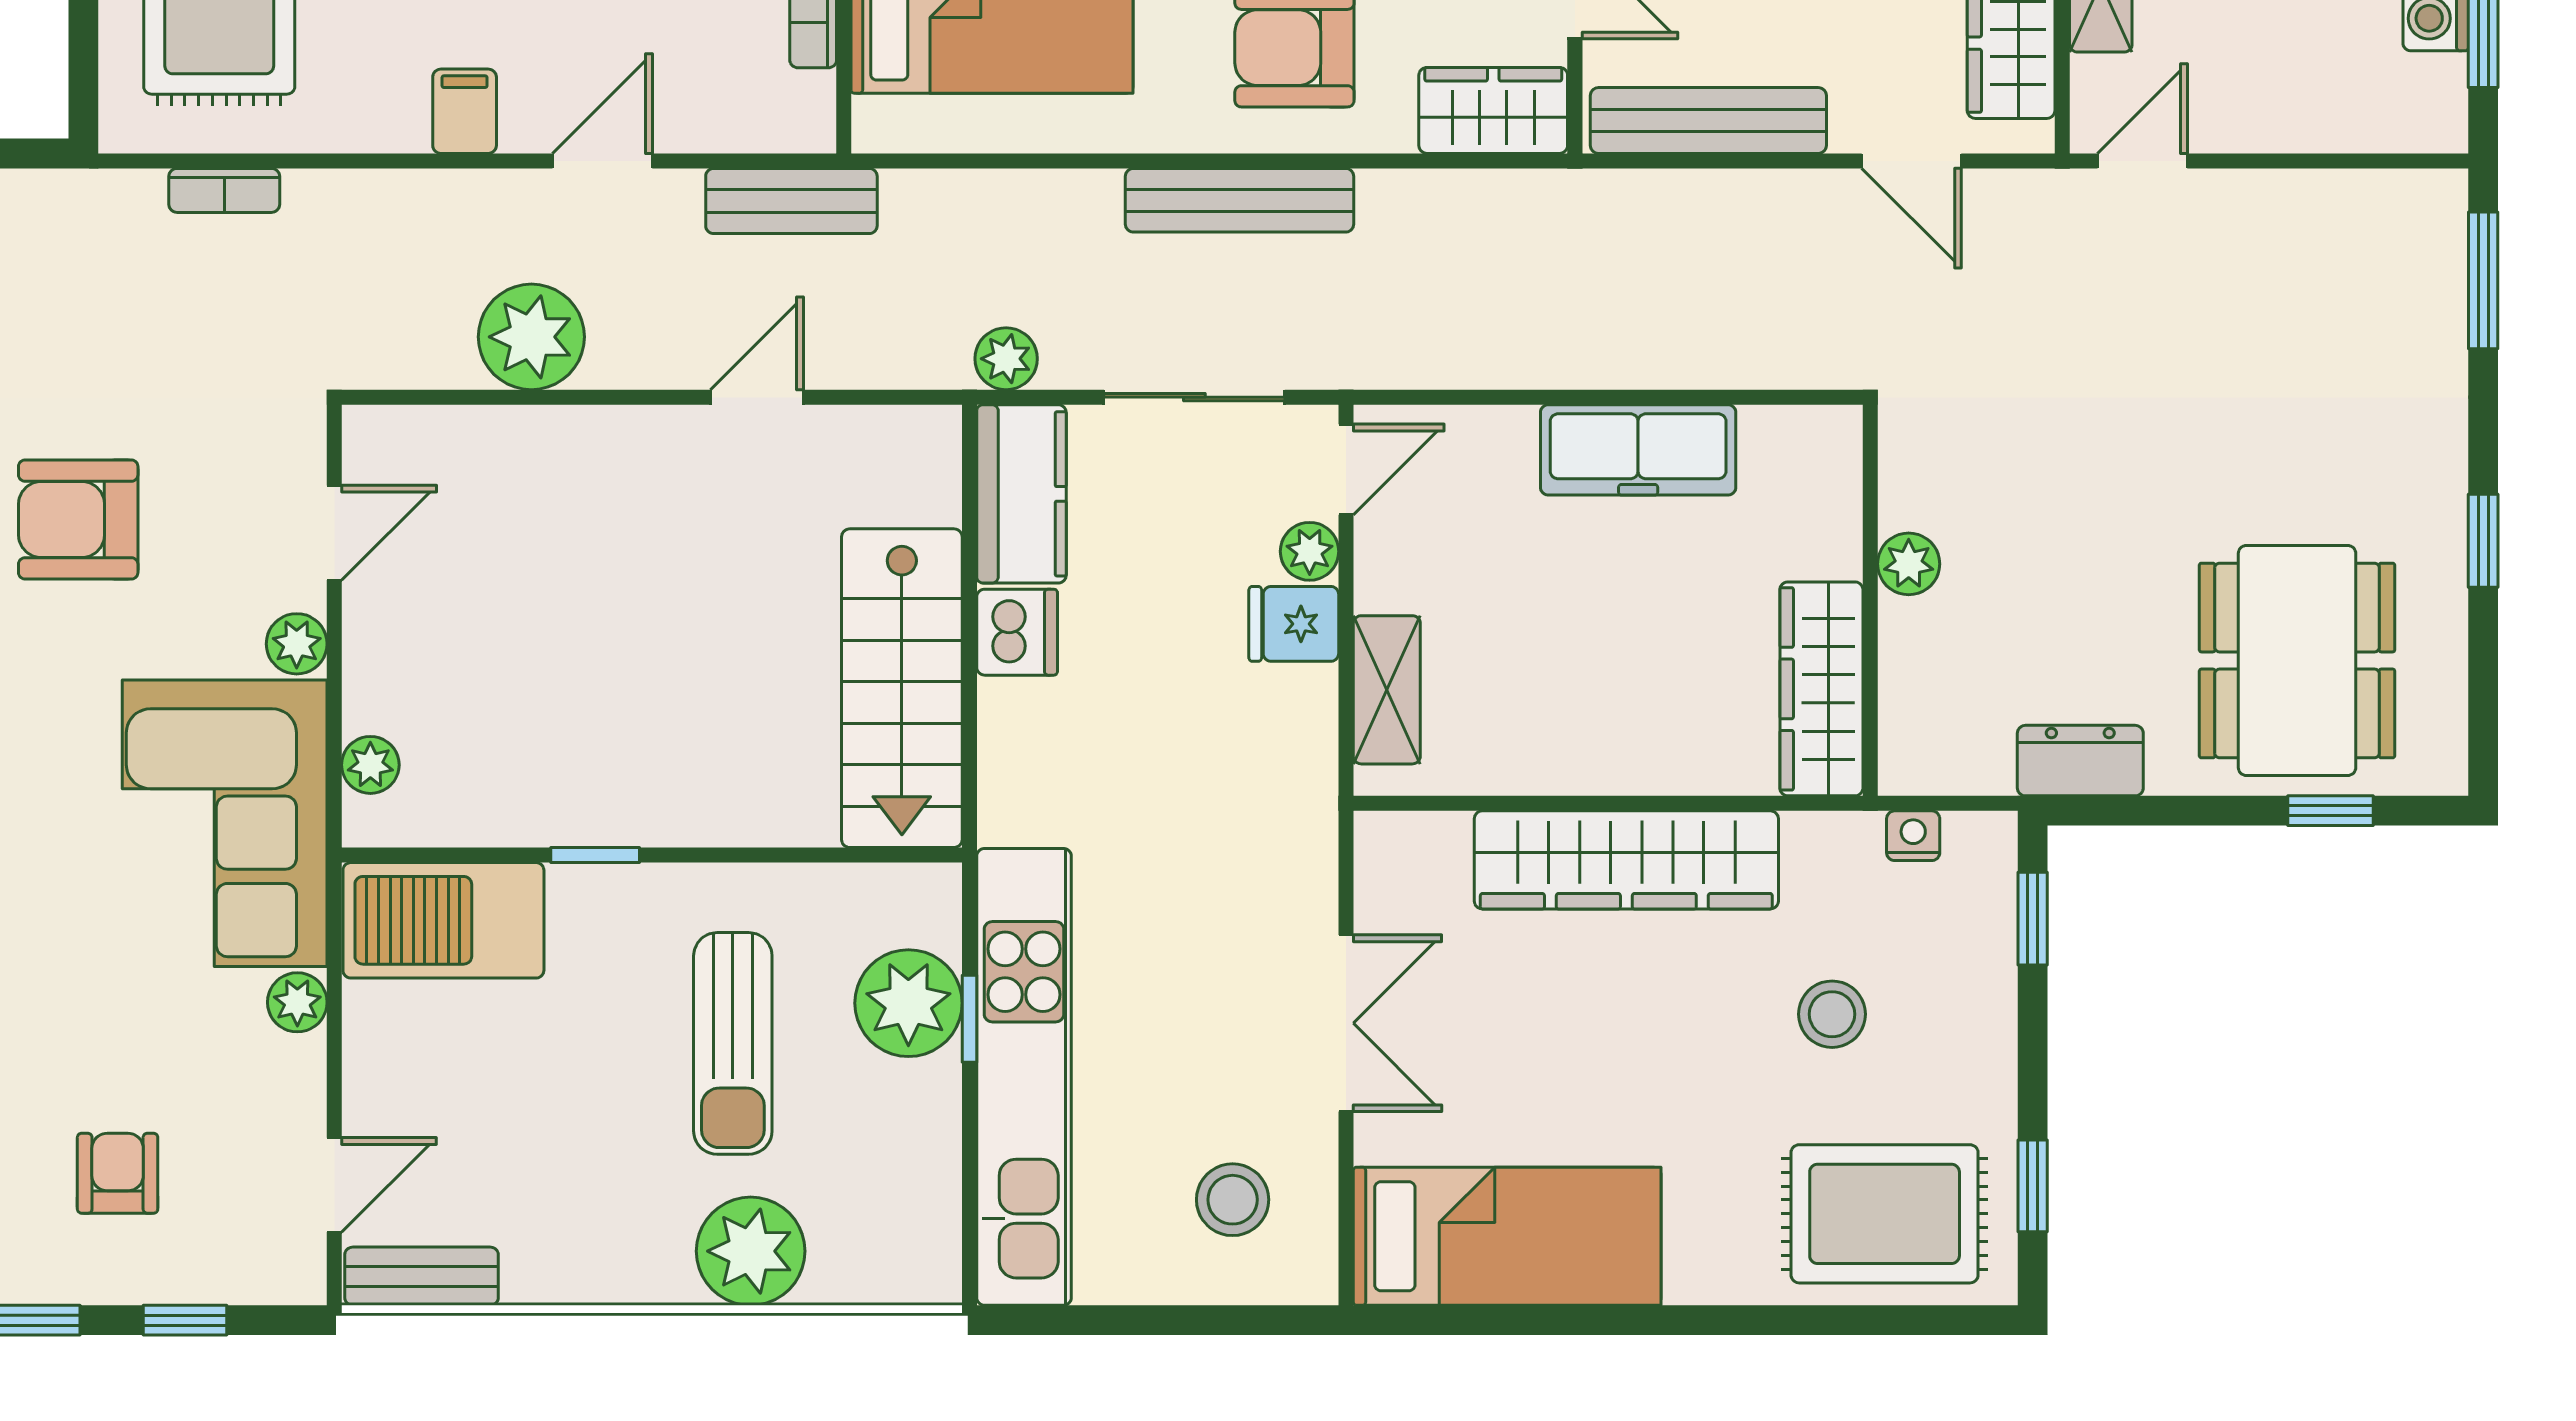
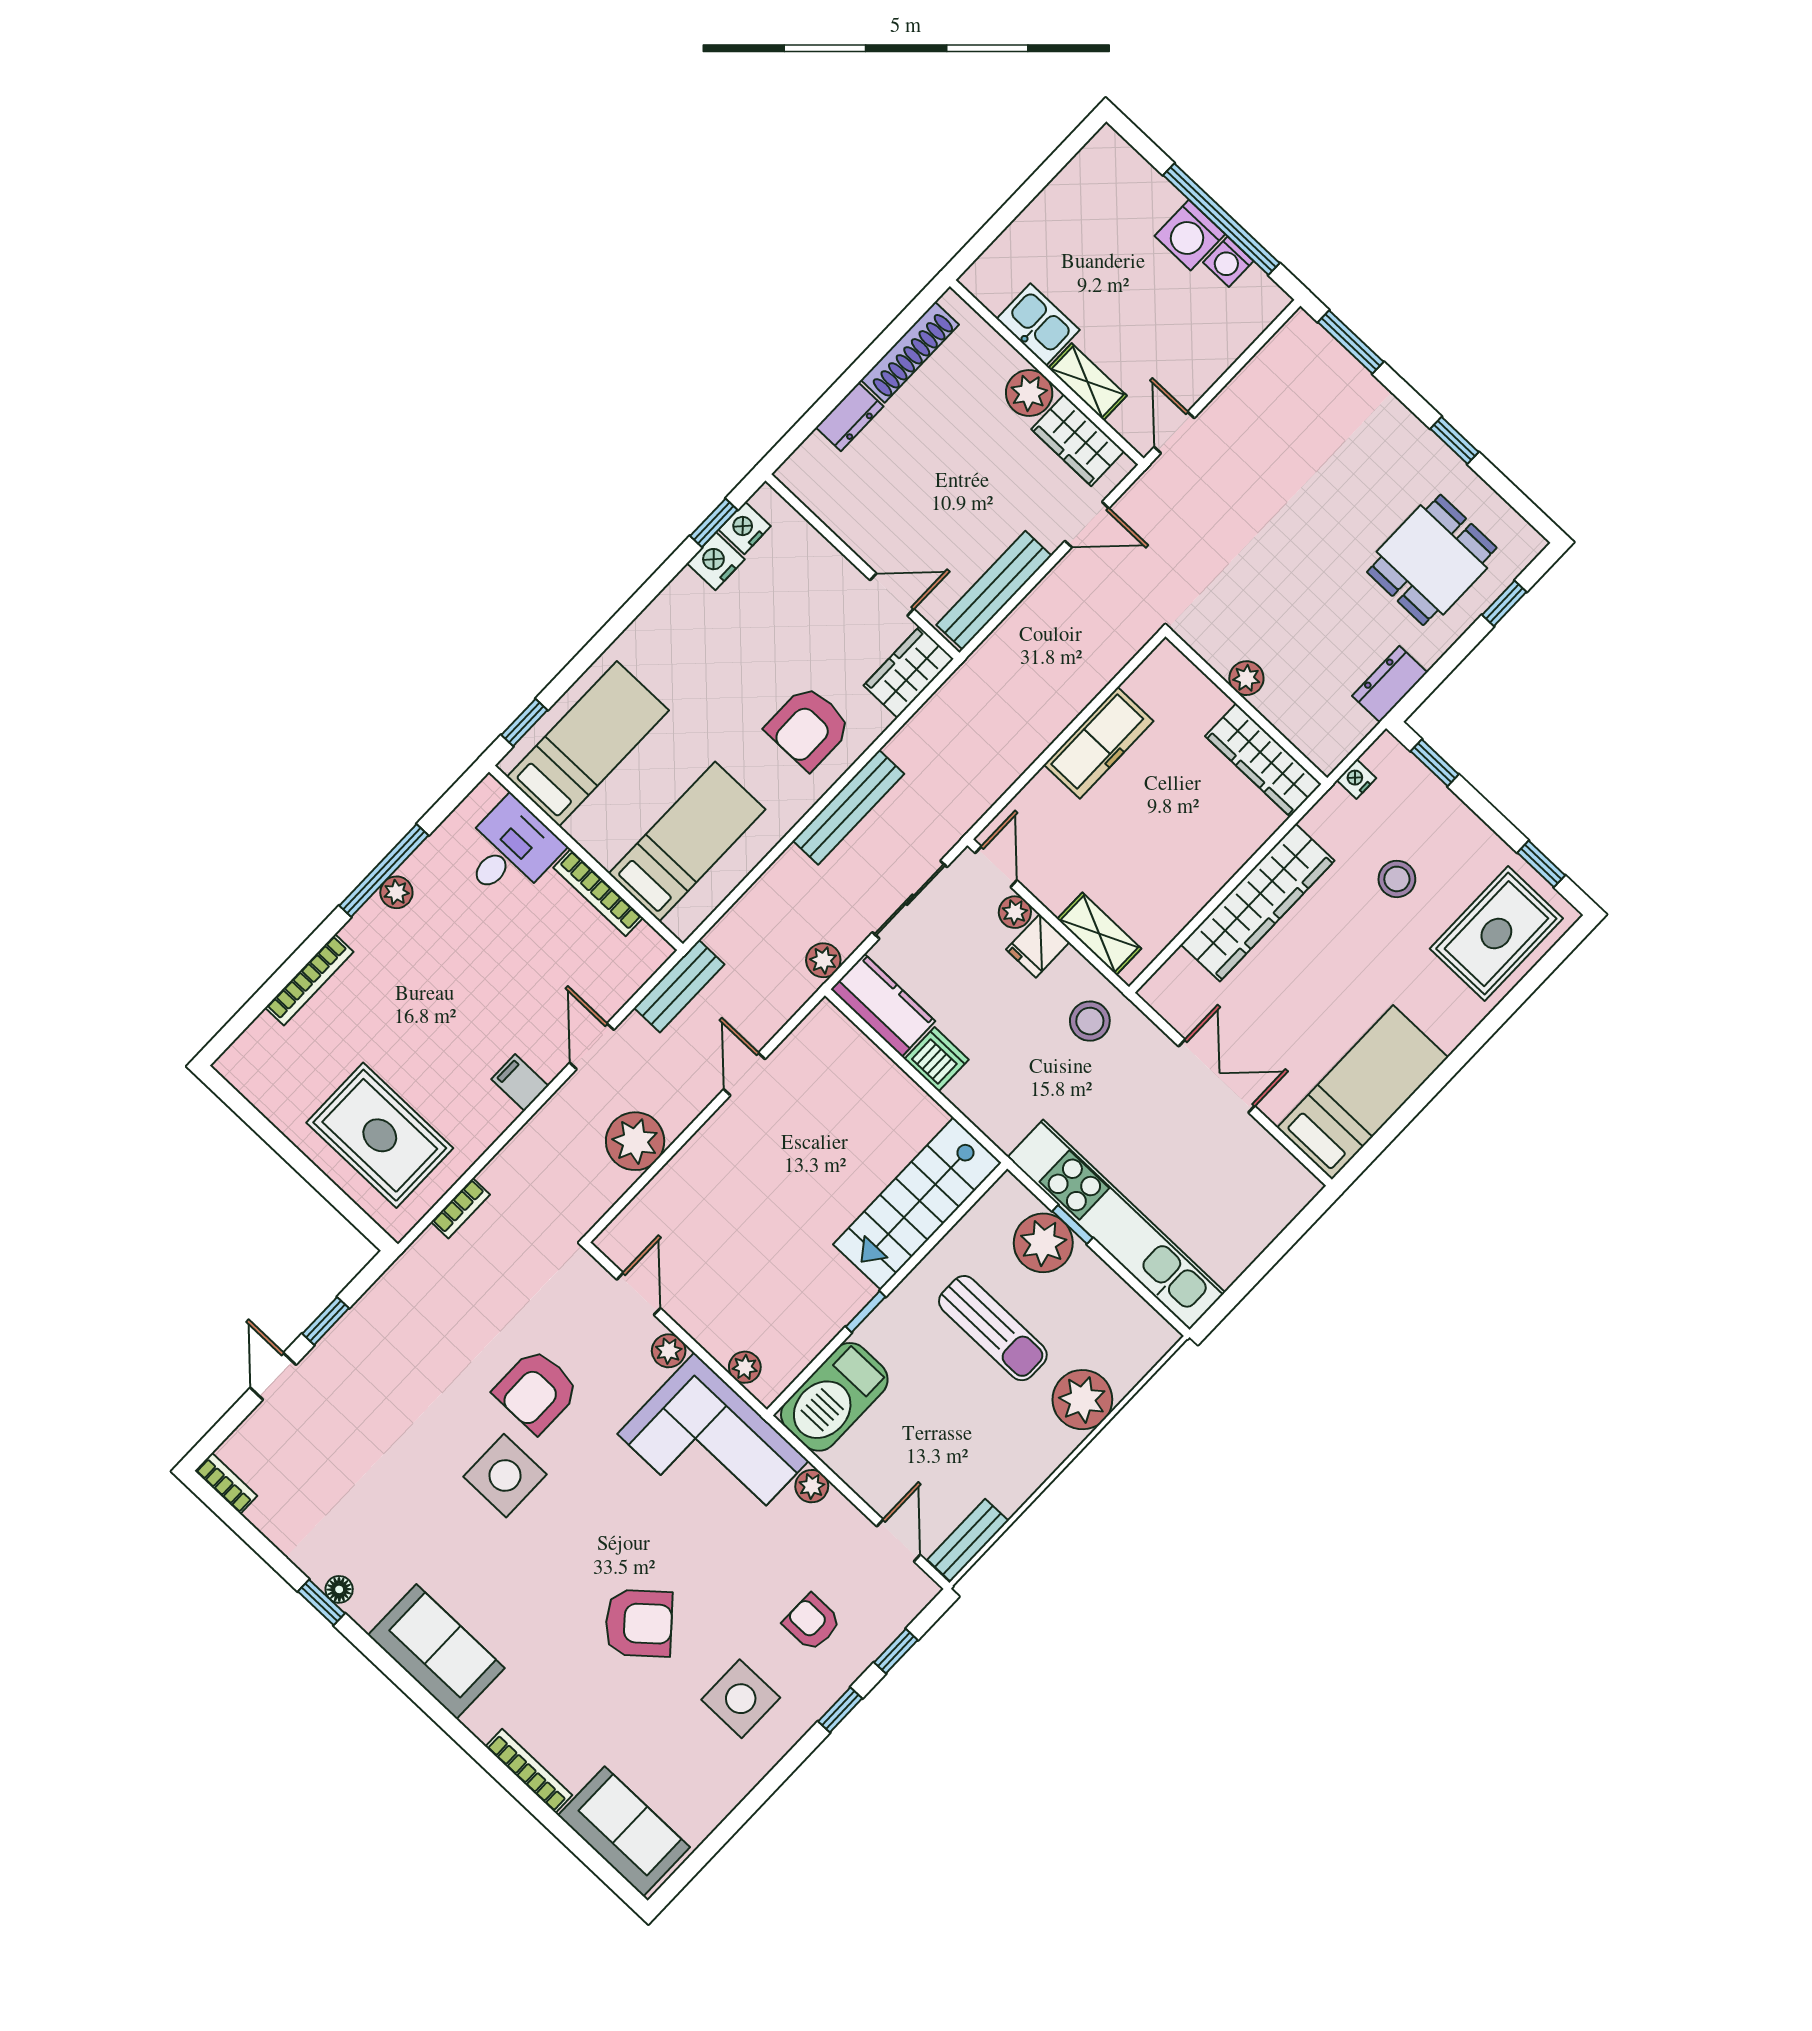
dining table: (2297, 660) -> (1432, 560), width x0.73
stairs: (902, 688) -> (917, 1204), moved, turned 90
stool: (1233, 1200) -> (1090, 1021), moved

